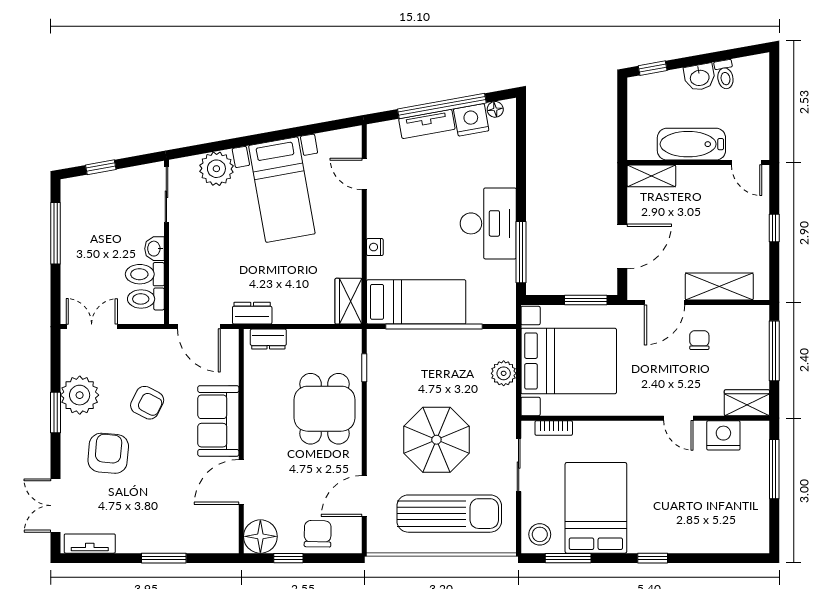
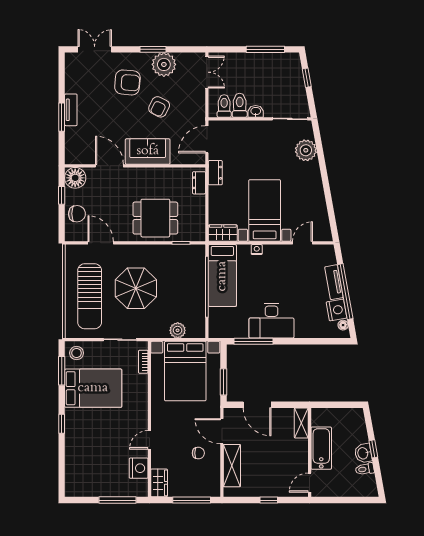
window: (653, 68) -> (373, 449), moved
bed with nightstands: (282, 190) -> (265, 210), moved, turned 100
tv unit: (90, 544) -> (71, 110), moved

